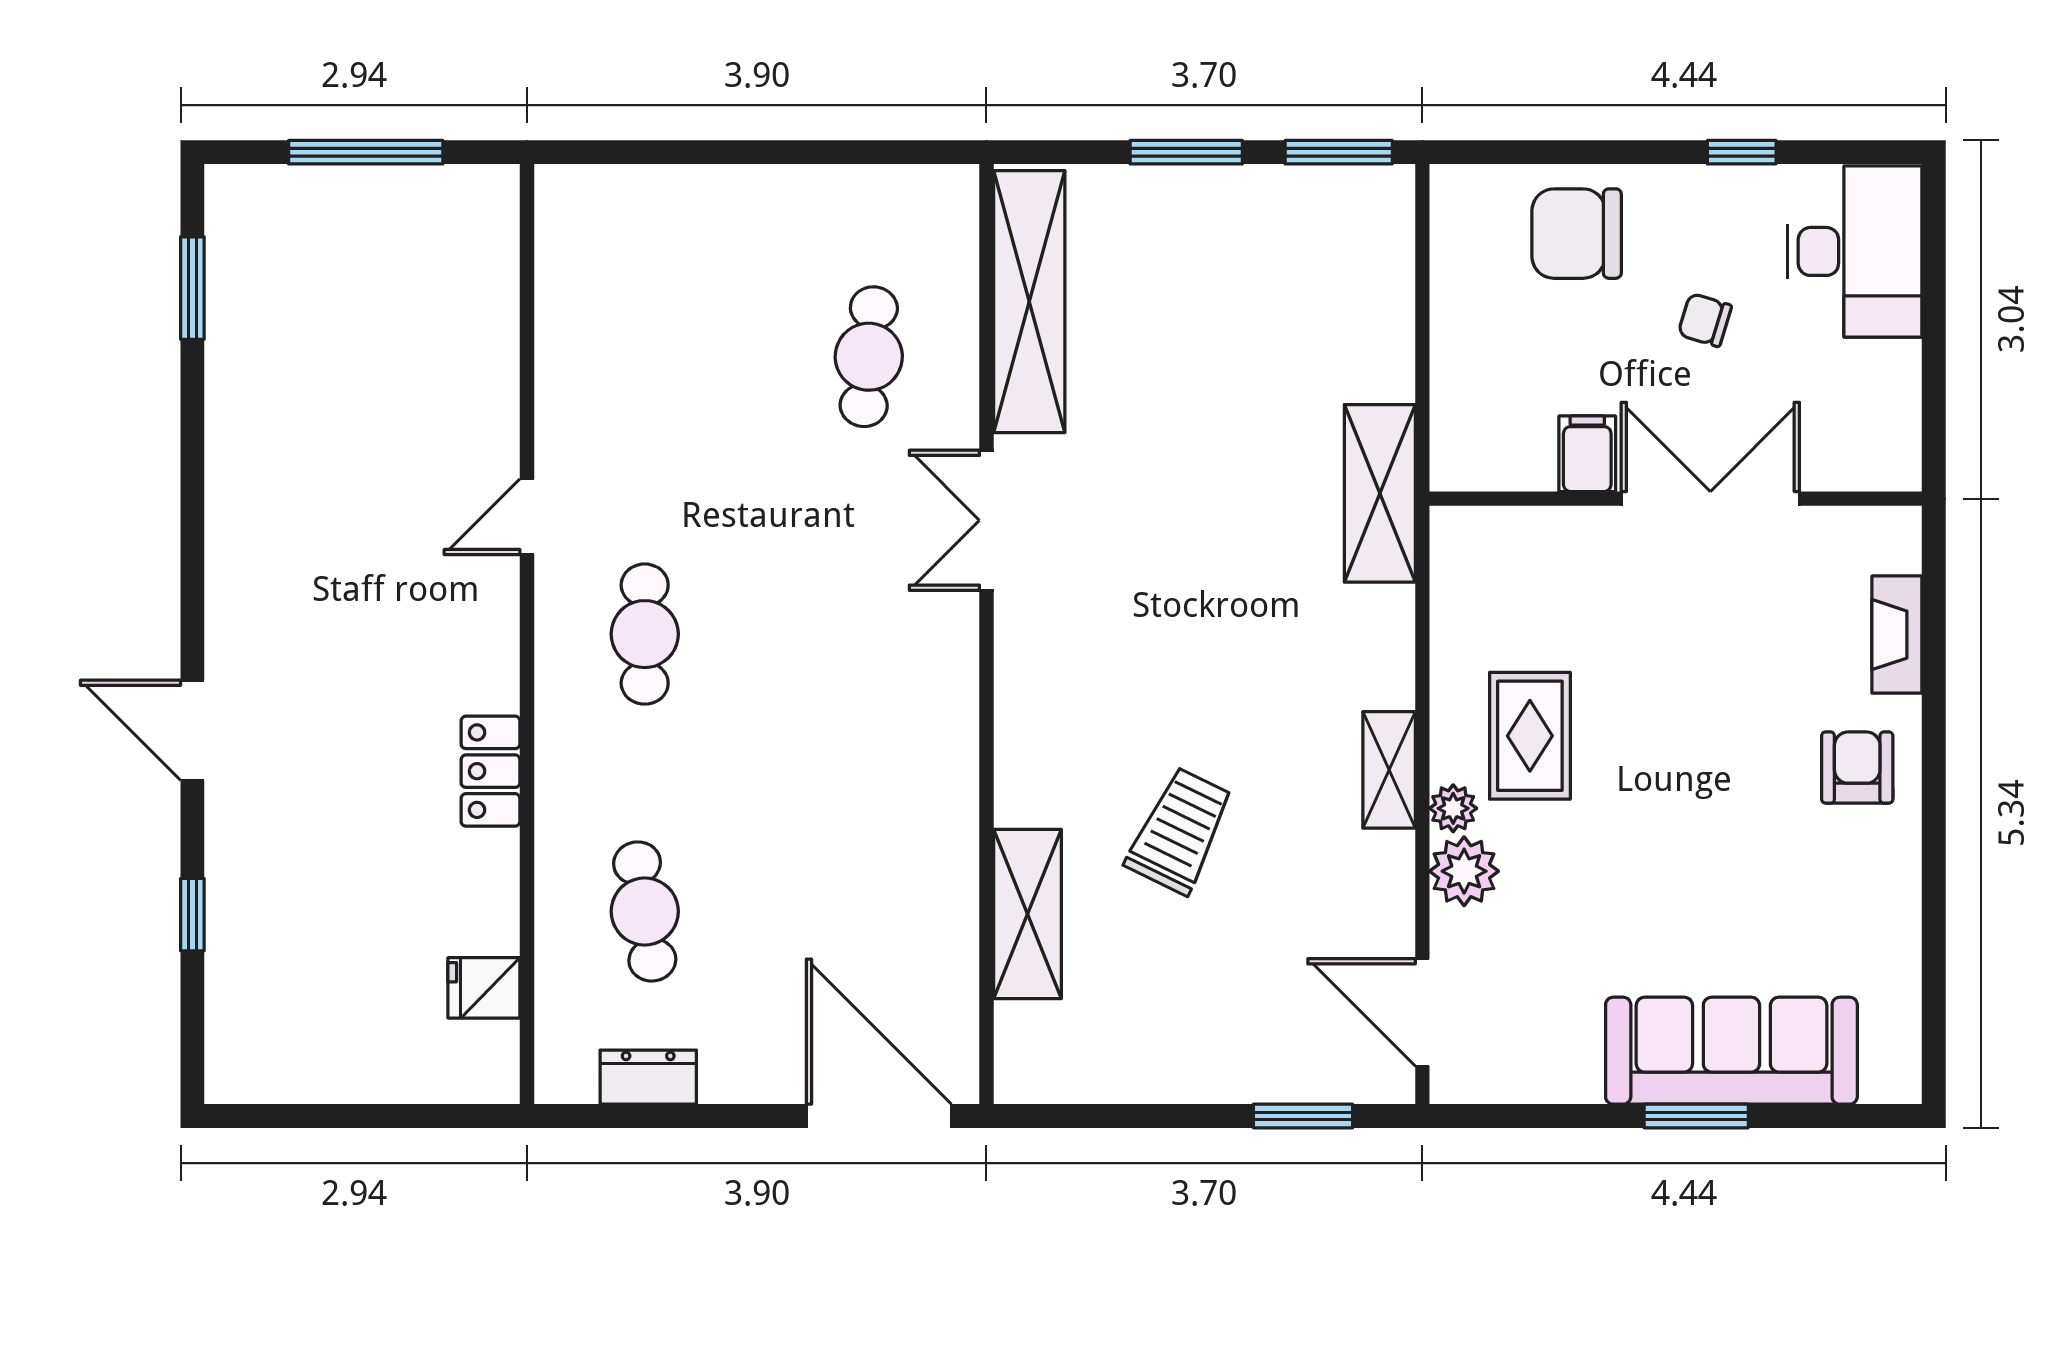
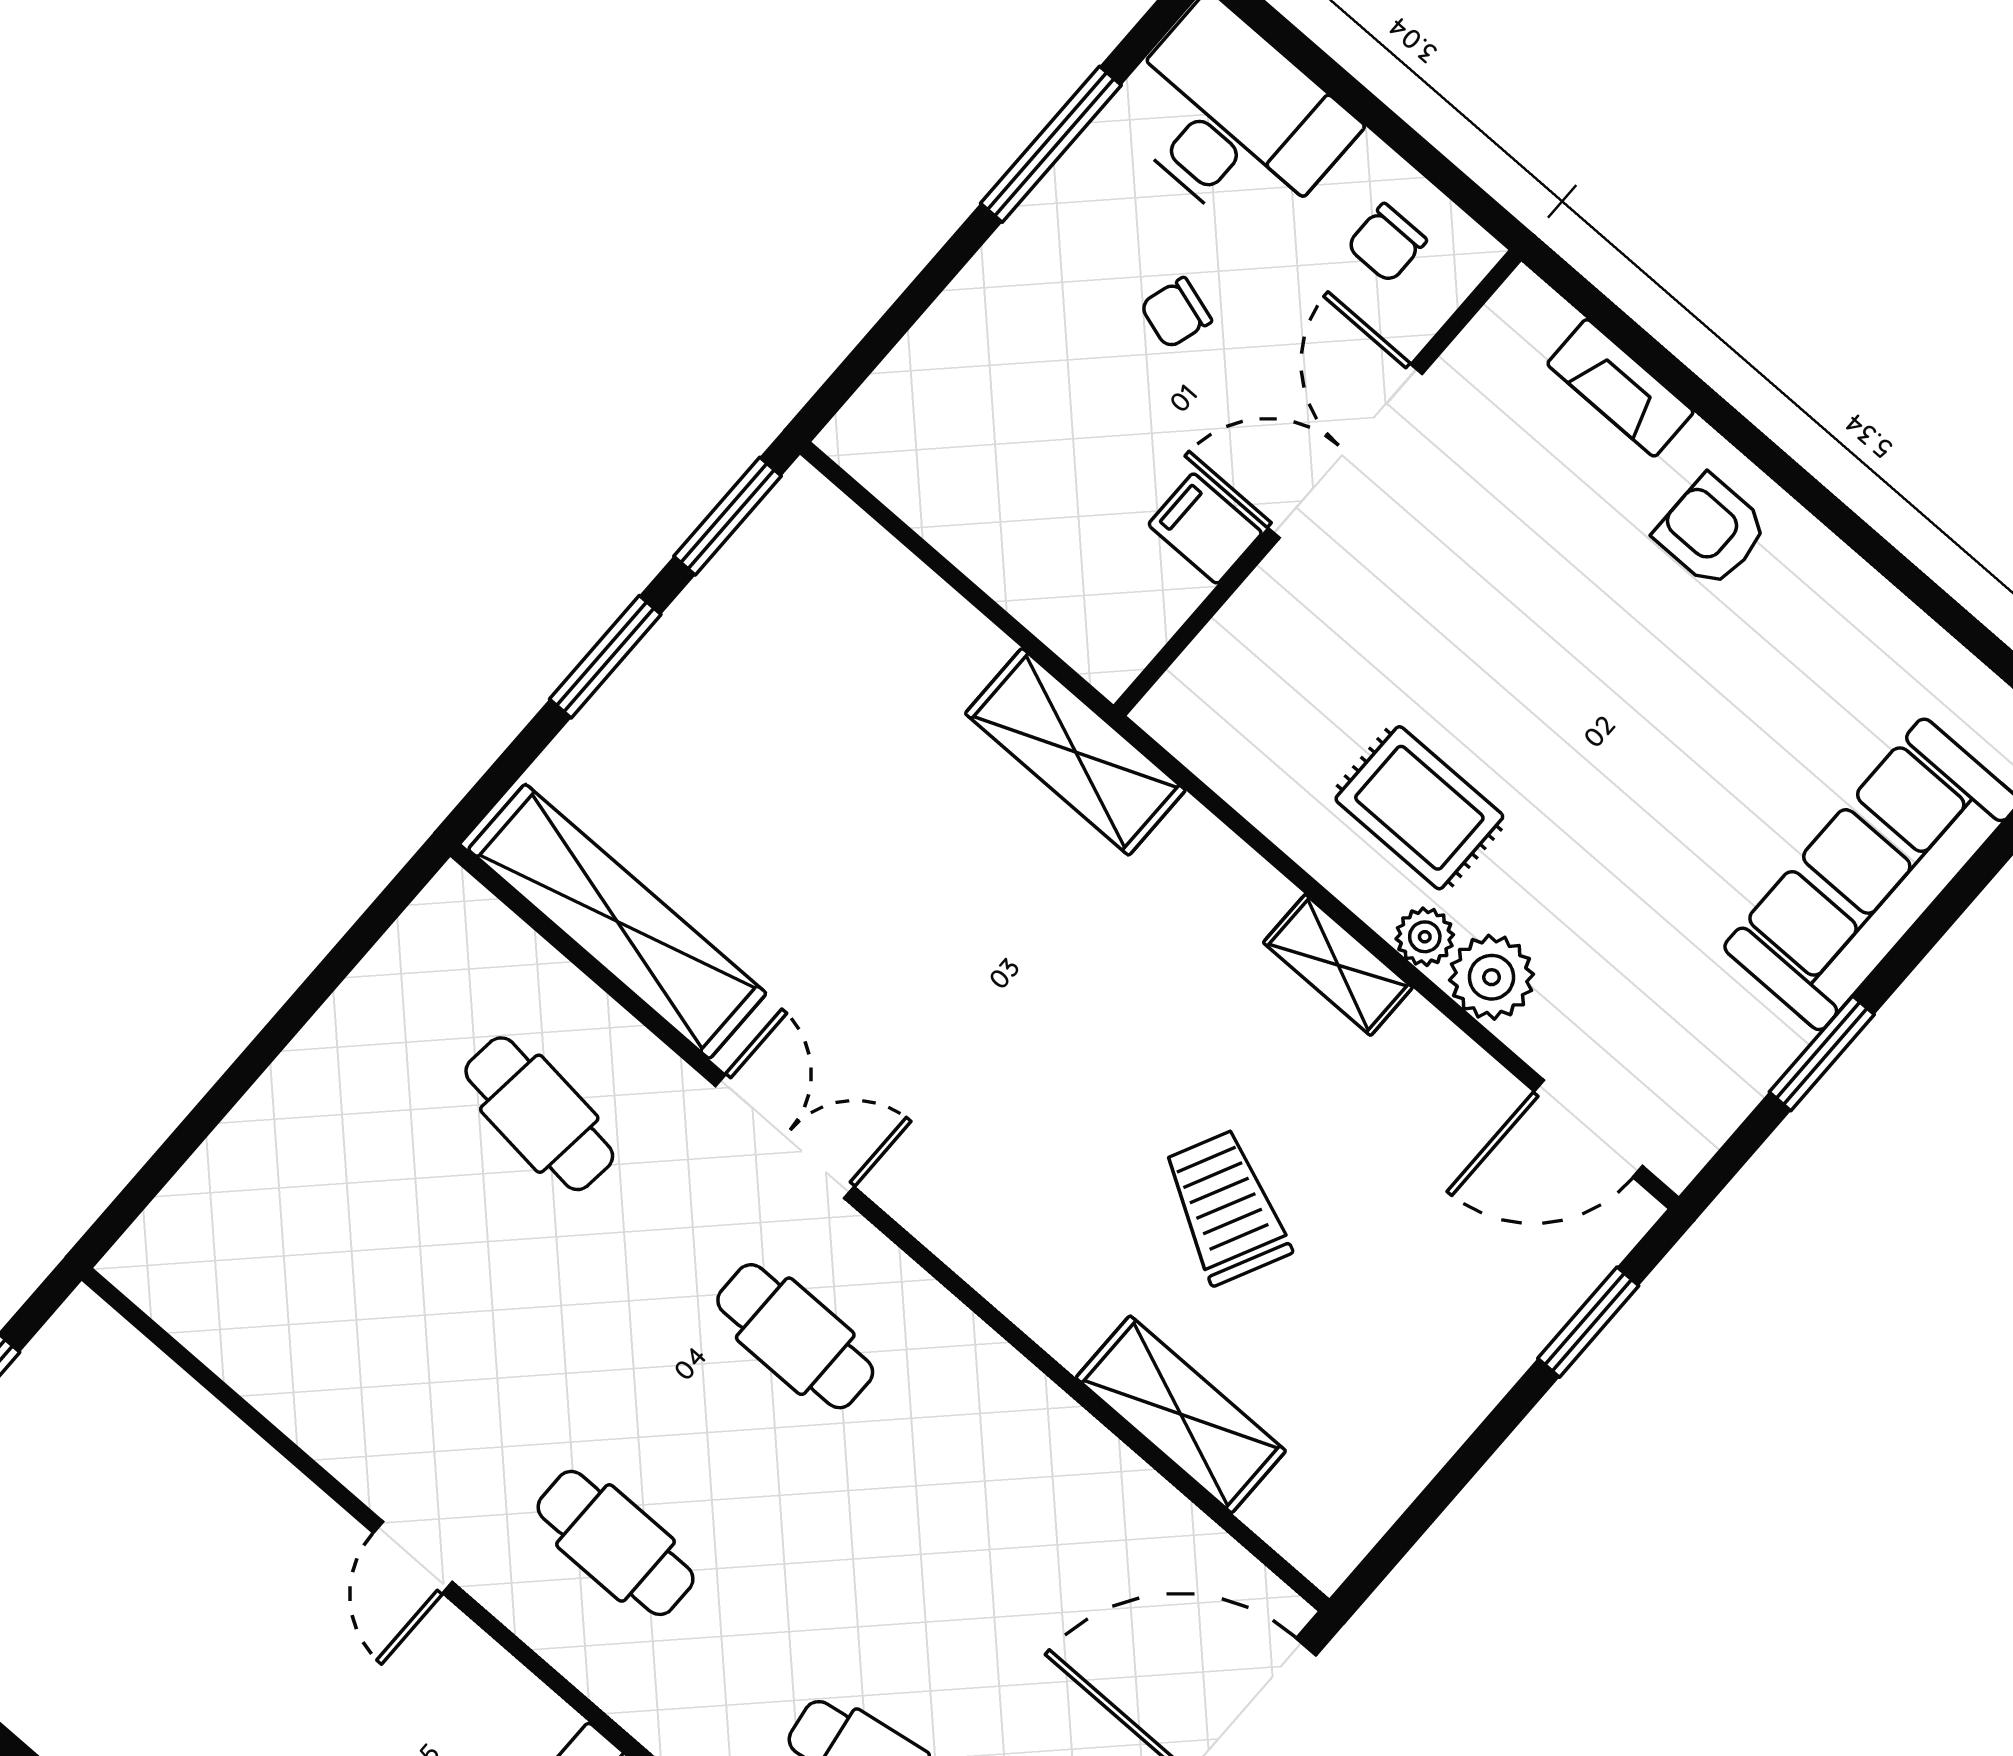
window: (1742, 152) -> (1051, 144), width x2.17
chair: (1577, 234) -> (1387, 243), moved, width x0.54, depth x0.54
double door: (986, 520) -> (785, 1136), swing flipped
cafe table: (869, 634) -> (795, 1336), added
window: (1696, 1116) -> (1822, 1053), moved

